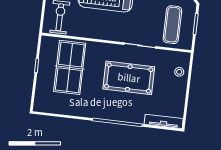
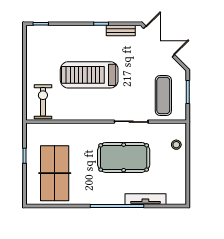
table tennis table: (70, 67) -> (55, 173), moved
tv unit: (164, 121) -> (145, 199), moved

